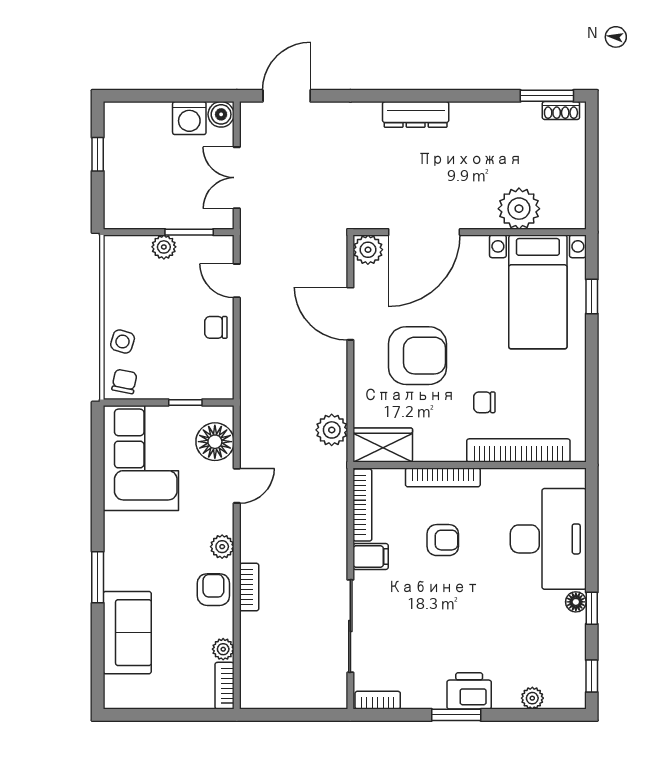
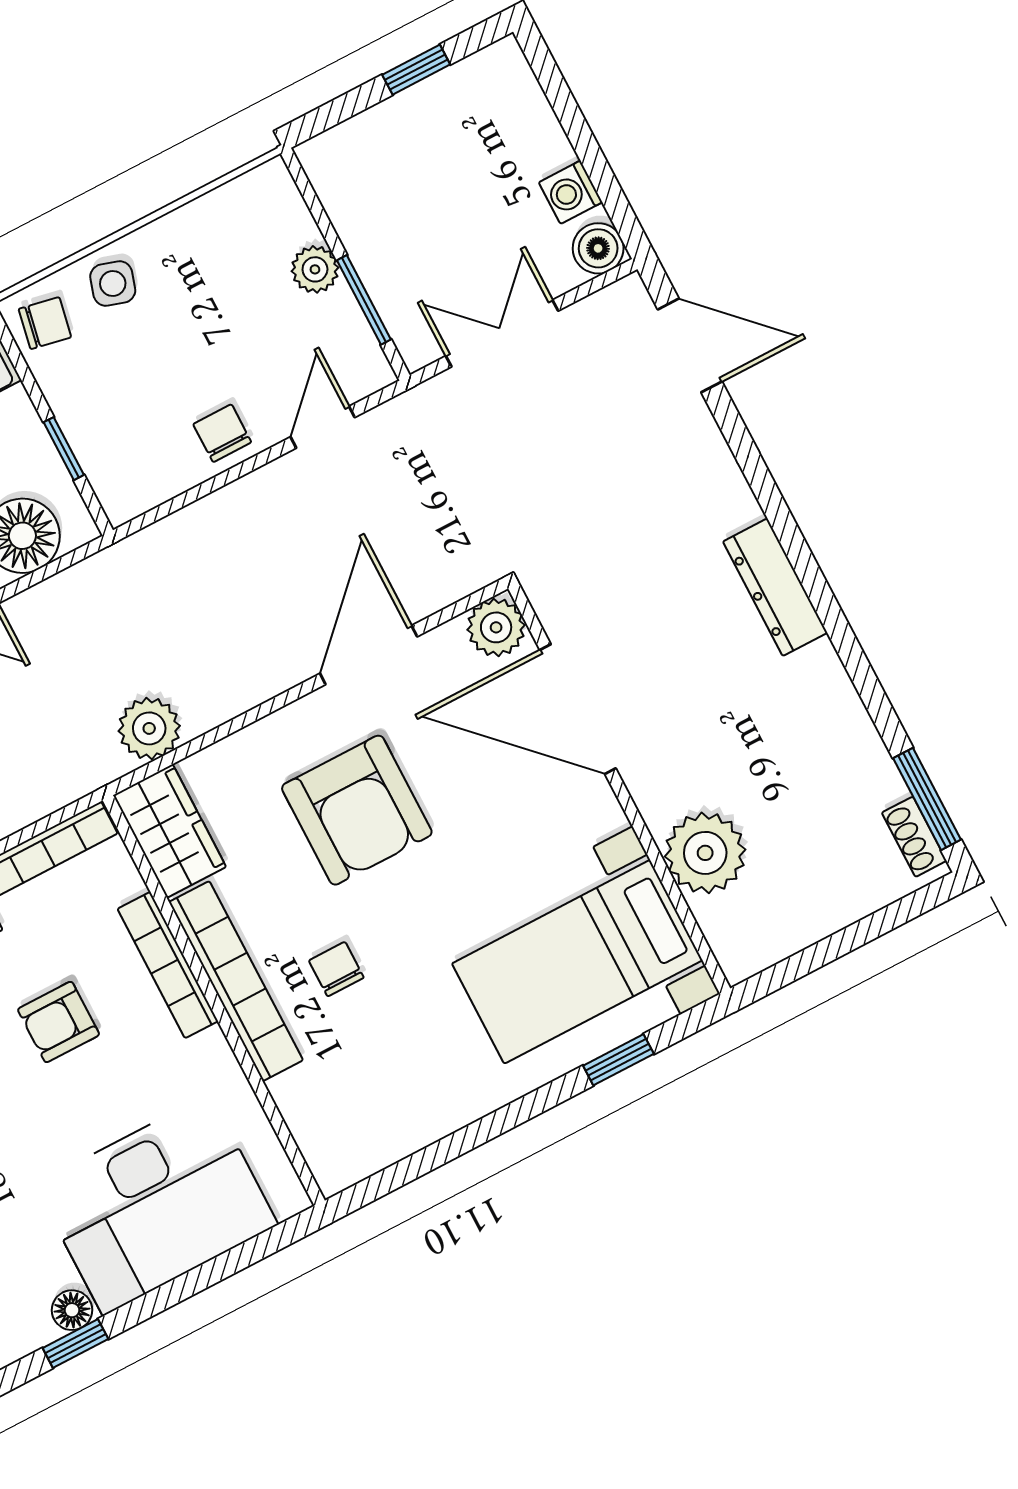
washing machine: (189, 118) -> (571, 192), width x0.73, depth x0.73
bookcase: (518, 450) -> (236, 981), moved
armchair: (443, 540) -> (59, 1022), turned 90

